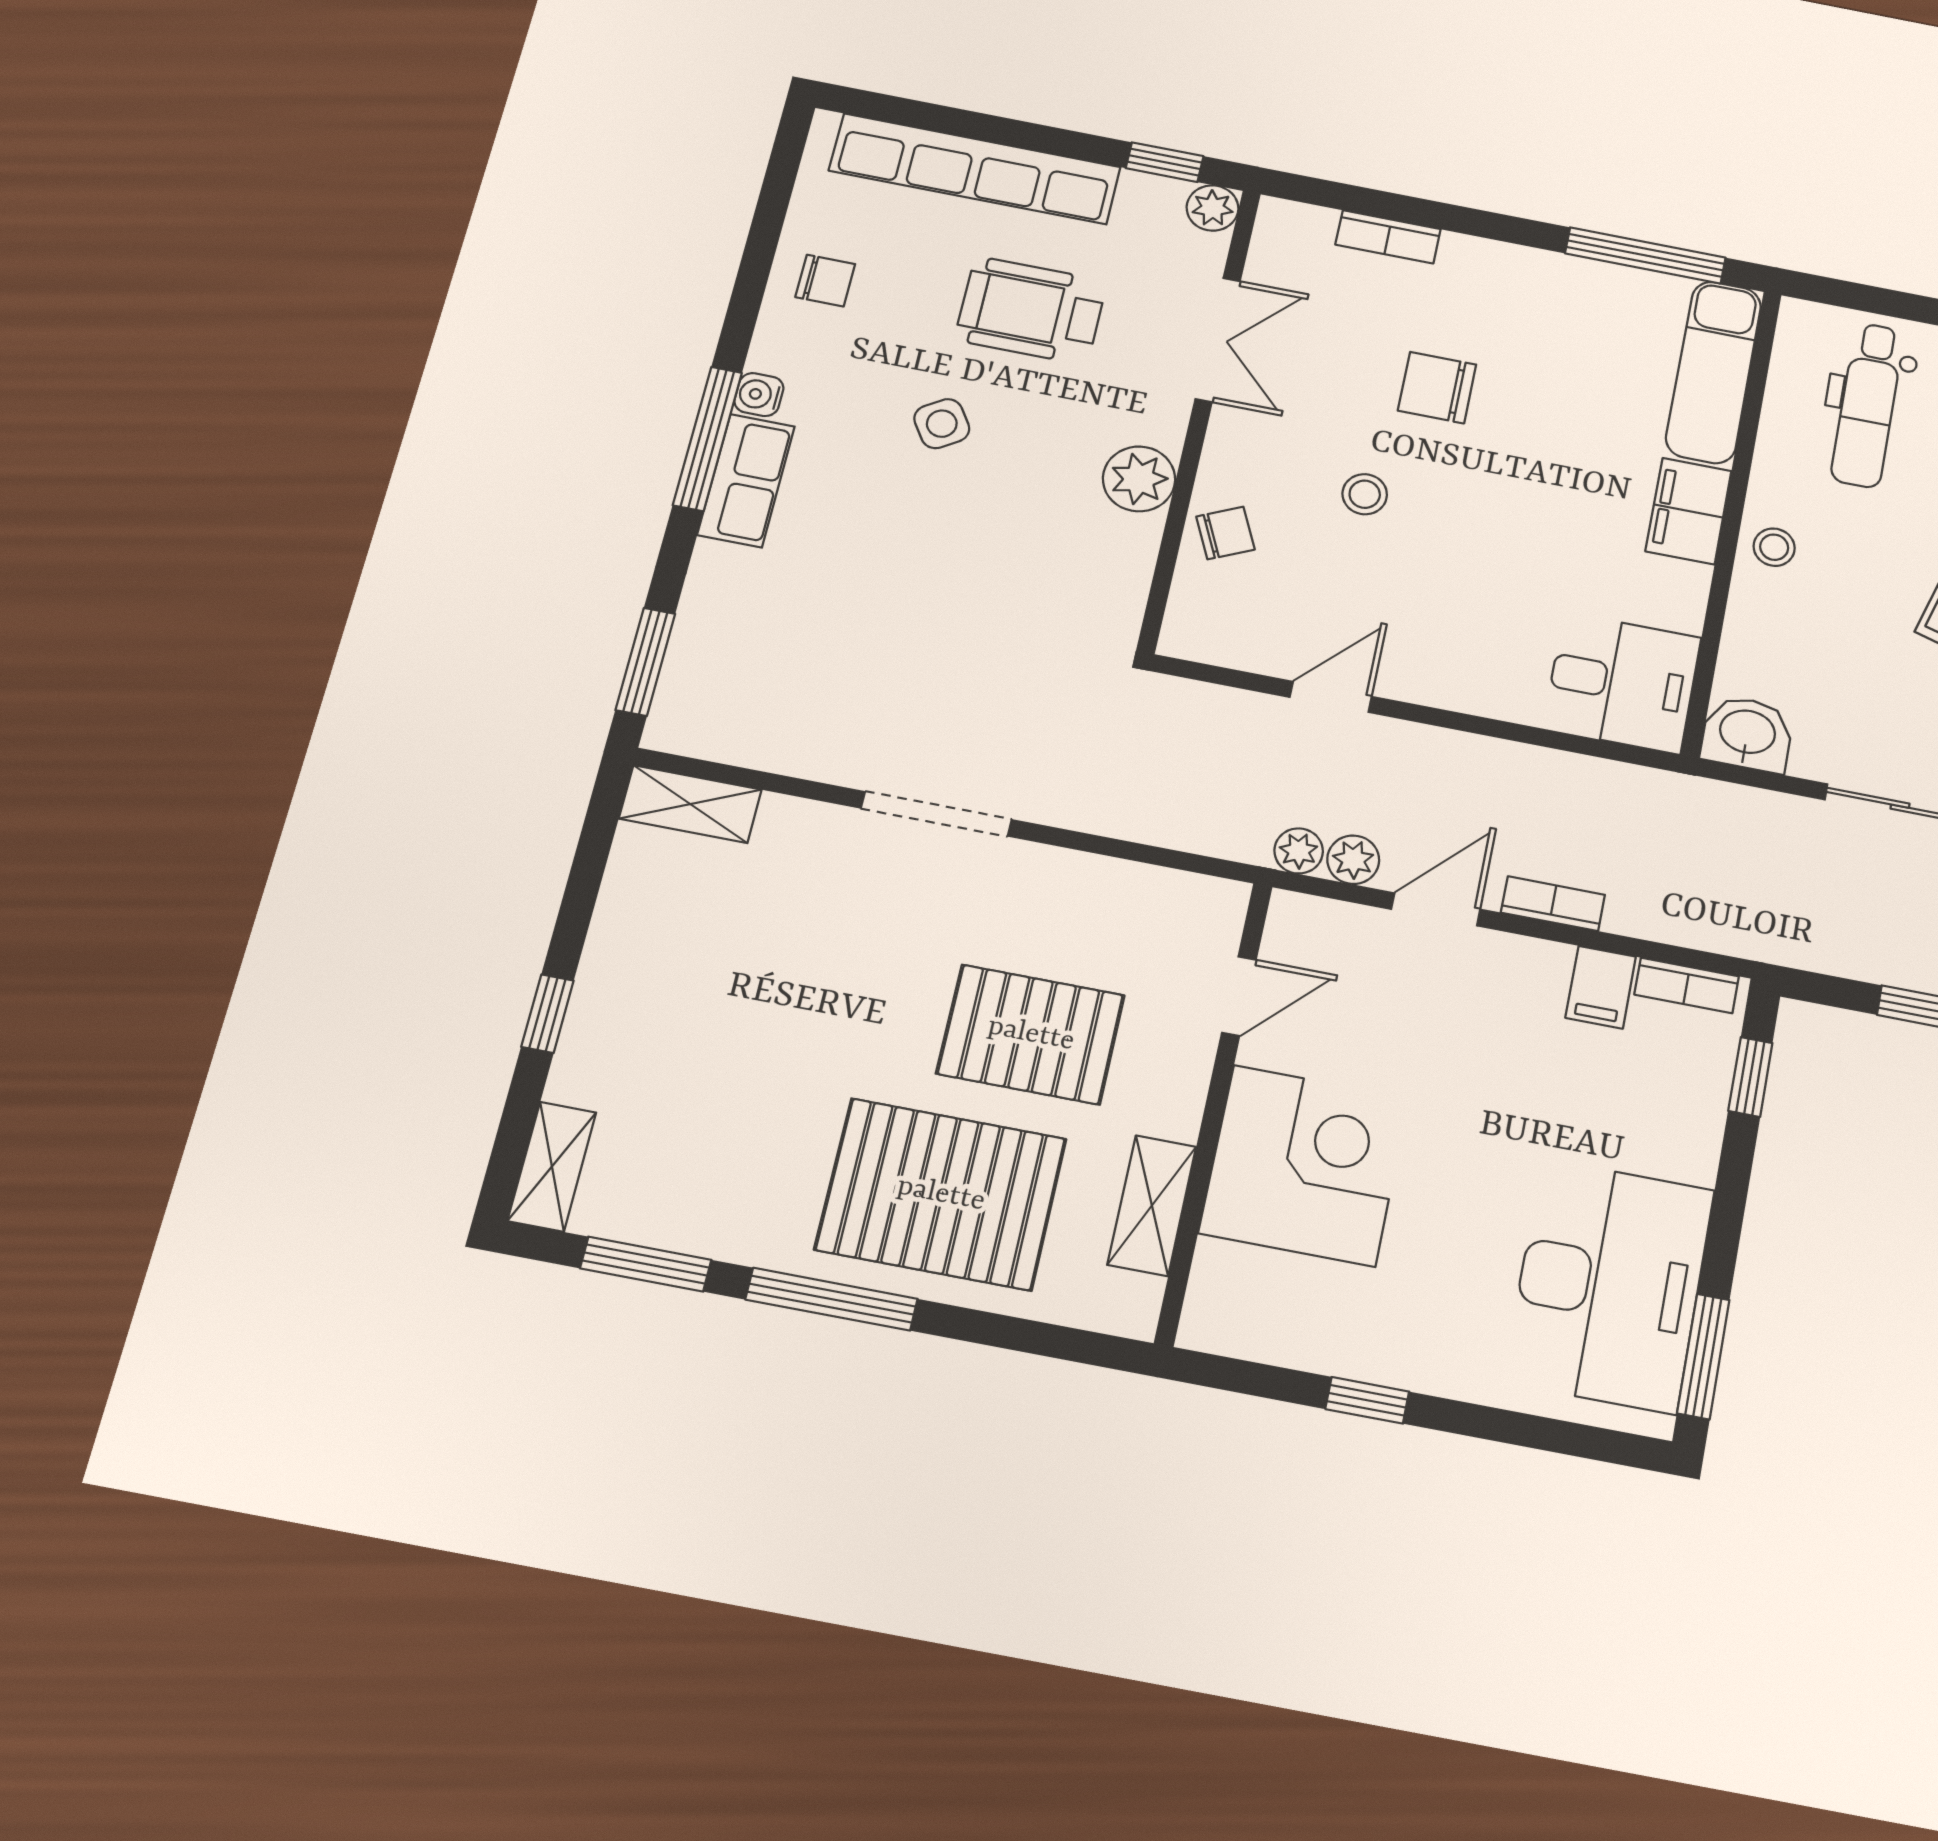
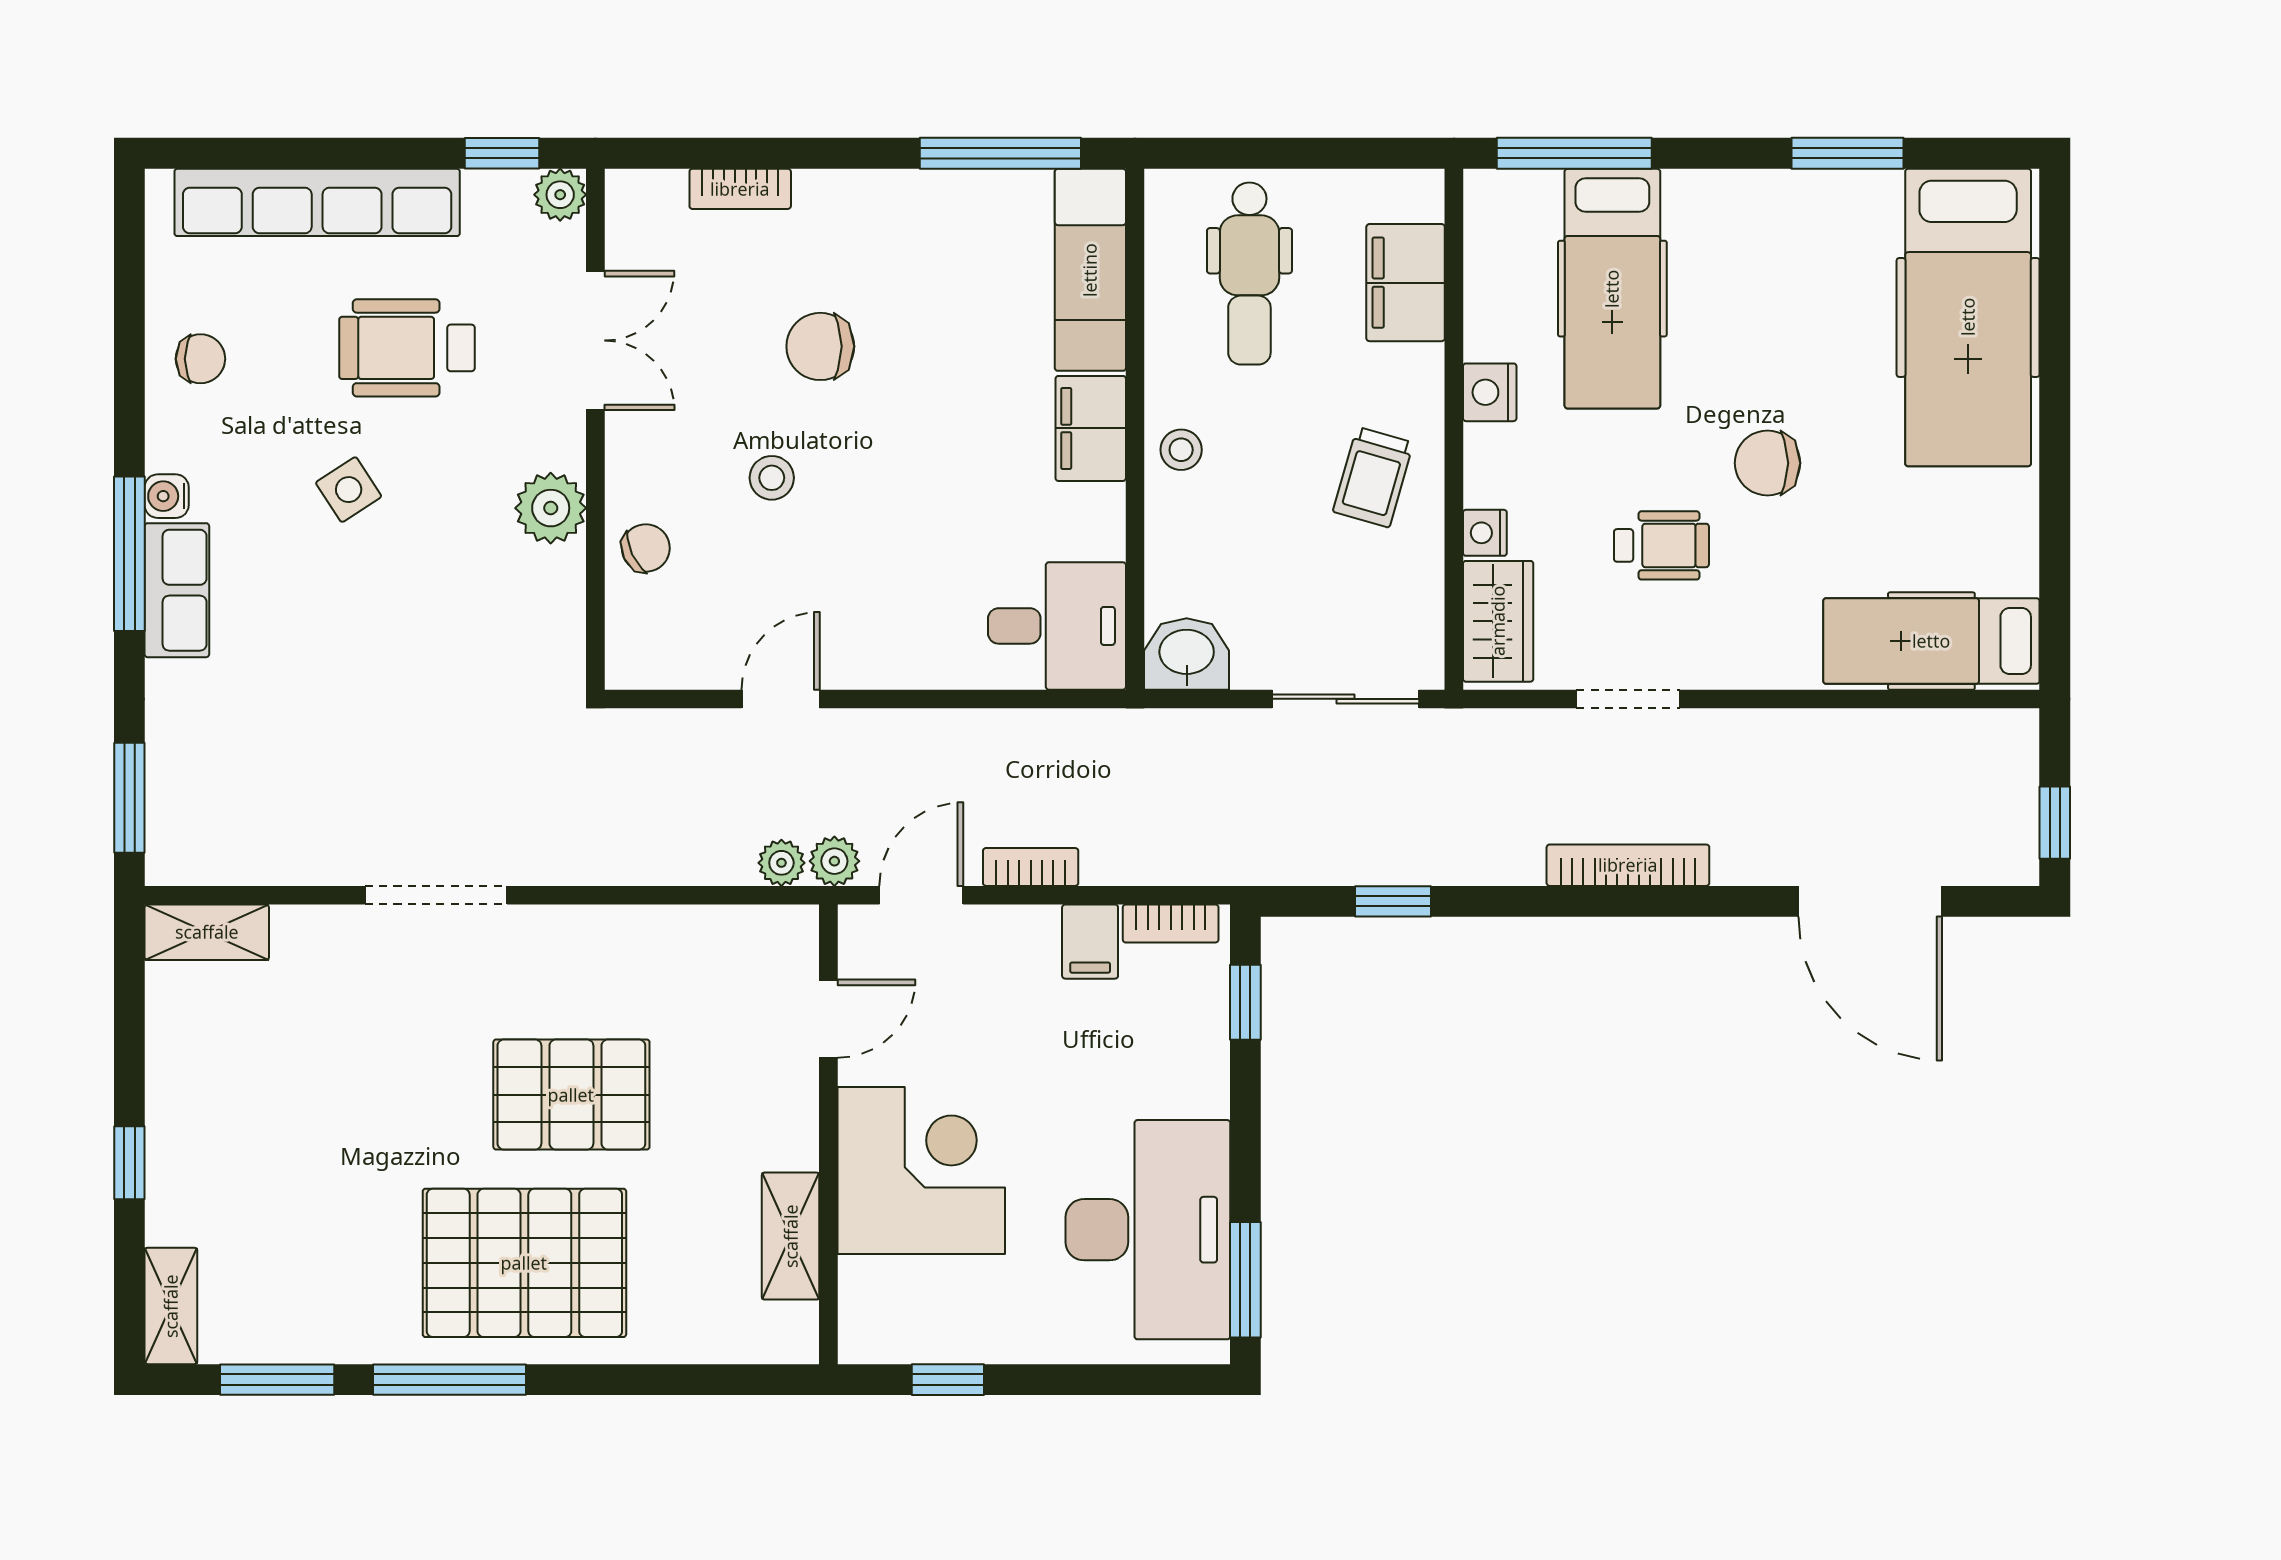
door: (1239, 996) -> (828, 1019), moved
wall: (1214, 1111) -> (828, 1134), moved
corner desk: (1304, 1165) -> (921, 1171), moved
shelving: (1152, 1206) -> (791, 1236), moved

